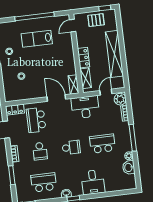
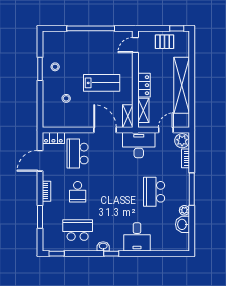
lab bench: (37, 39) -> (102, 83), moved, turned 180
school desk: (102, 144) -> (154, 192), turned -90
school desk: (71, 147) -> (116, 192), removed

